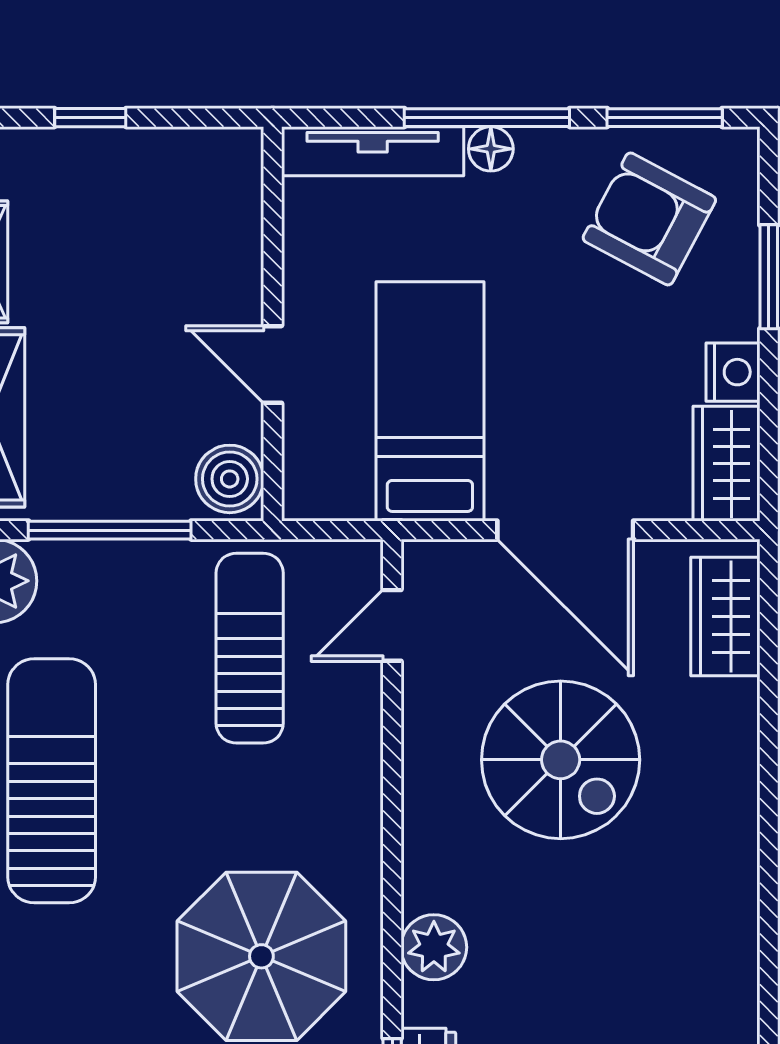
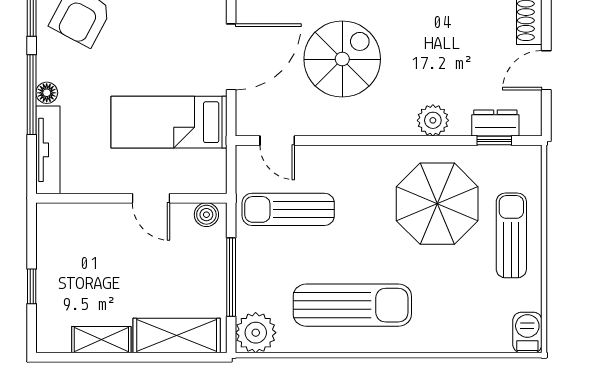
door: (273, 364) -> (151, 198), hinge flipped
boiler: (230, 479) -> (206, 215), width x0.73, depth x0.73
sun lounger: (52, 781) -> (352, 305), turned 180

